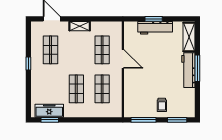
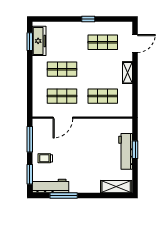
door: (123, 59) -> (63, 118), moved
window: (197, 68) -> (64, 195), moved
workbench: (188, 70) -> (50, 186), moved

